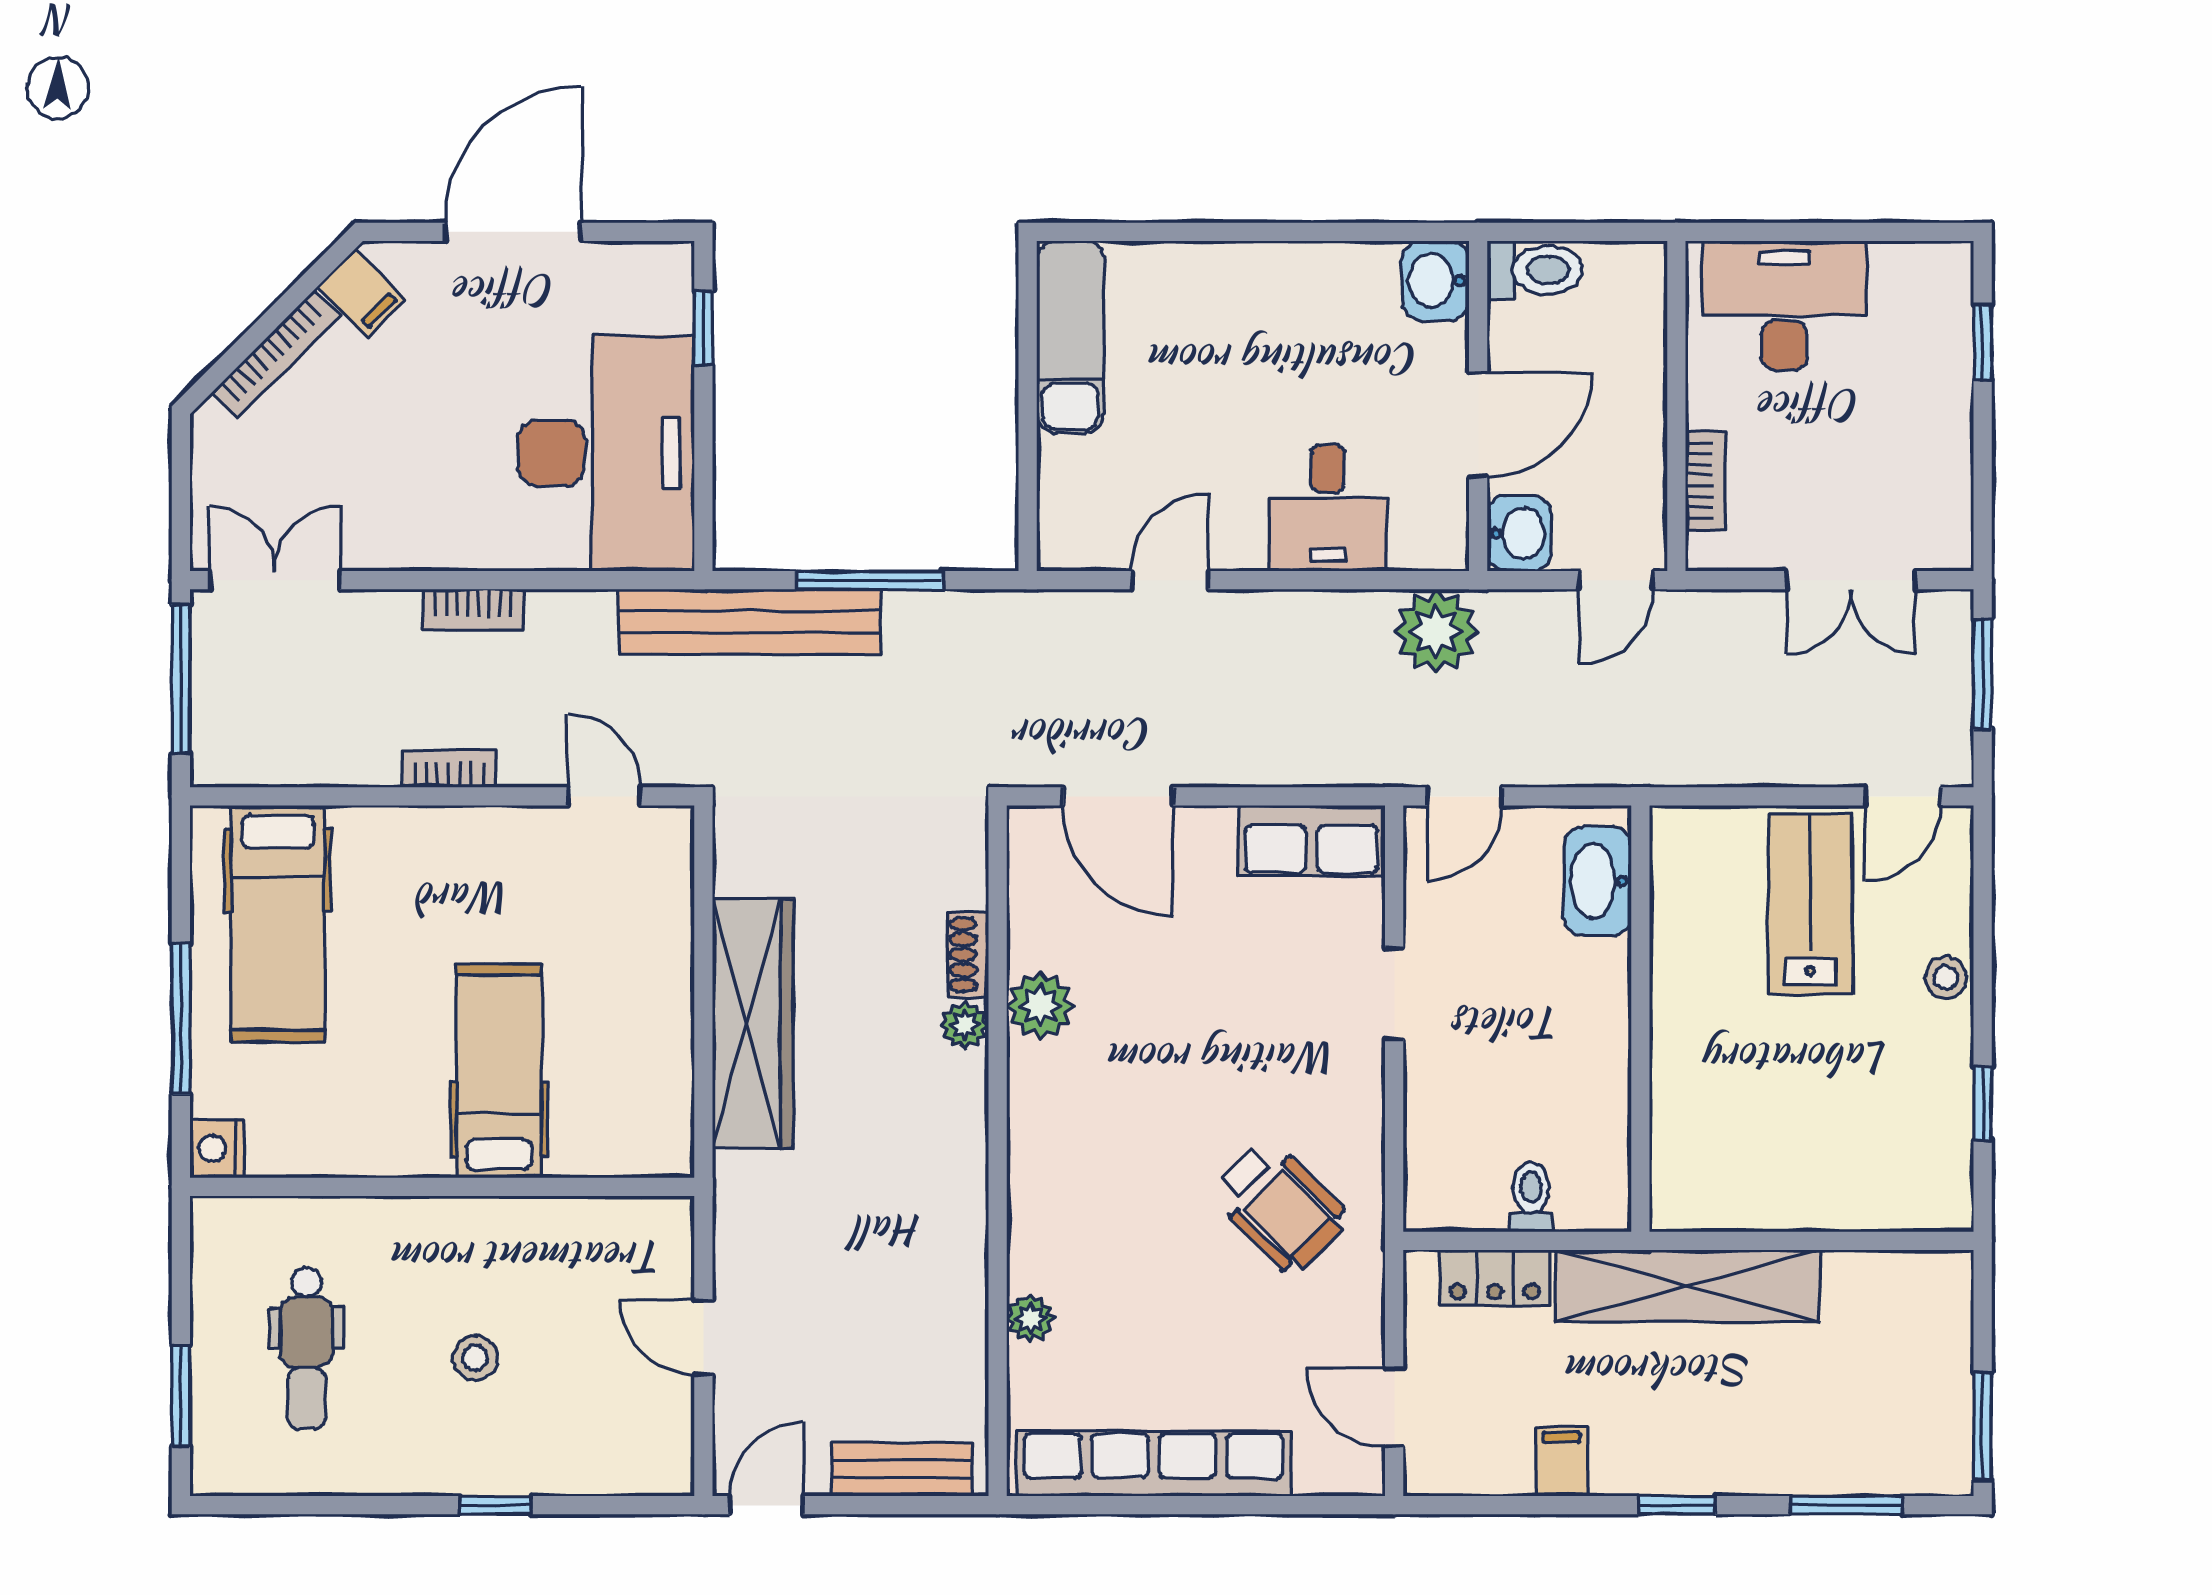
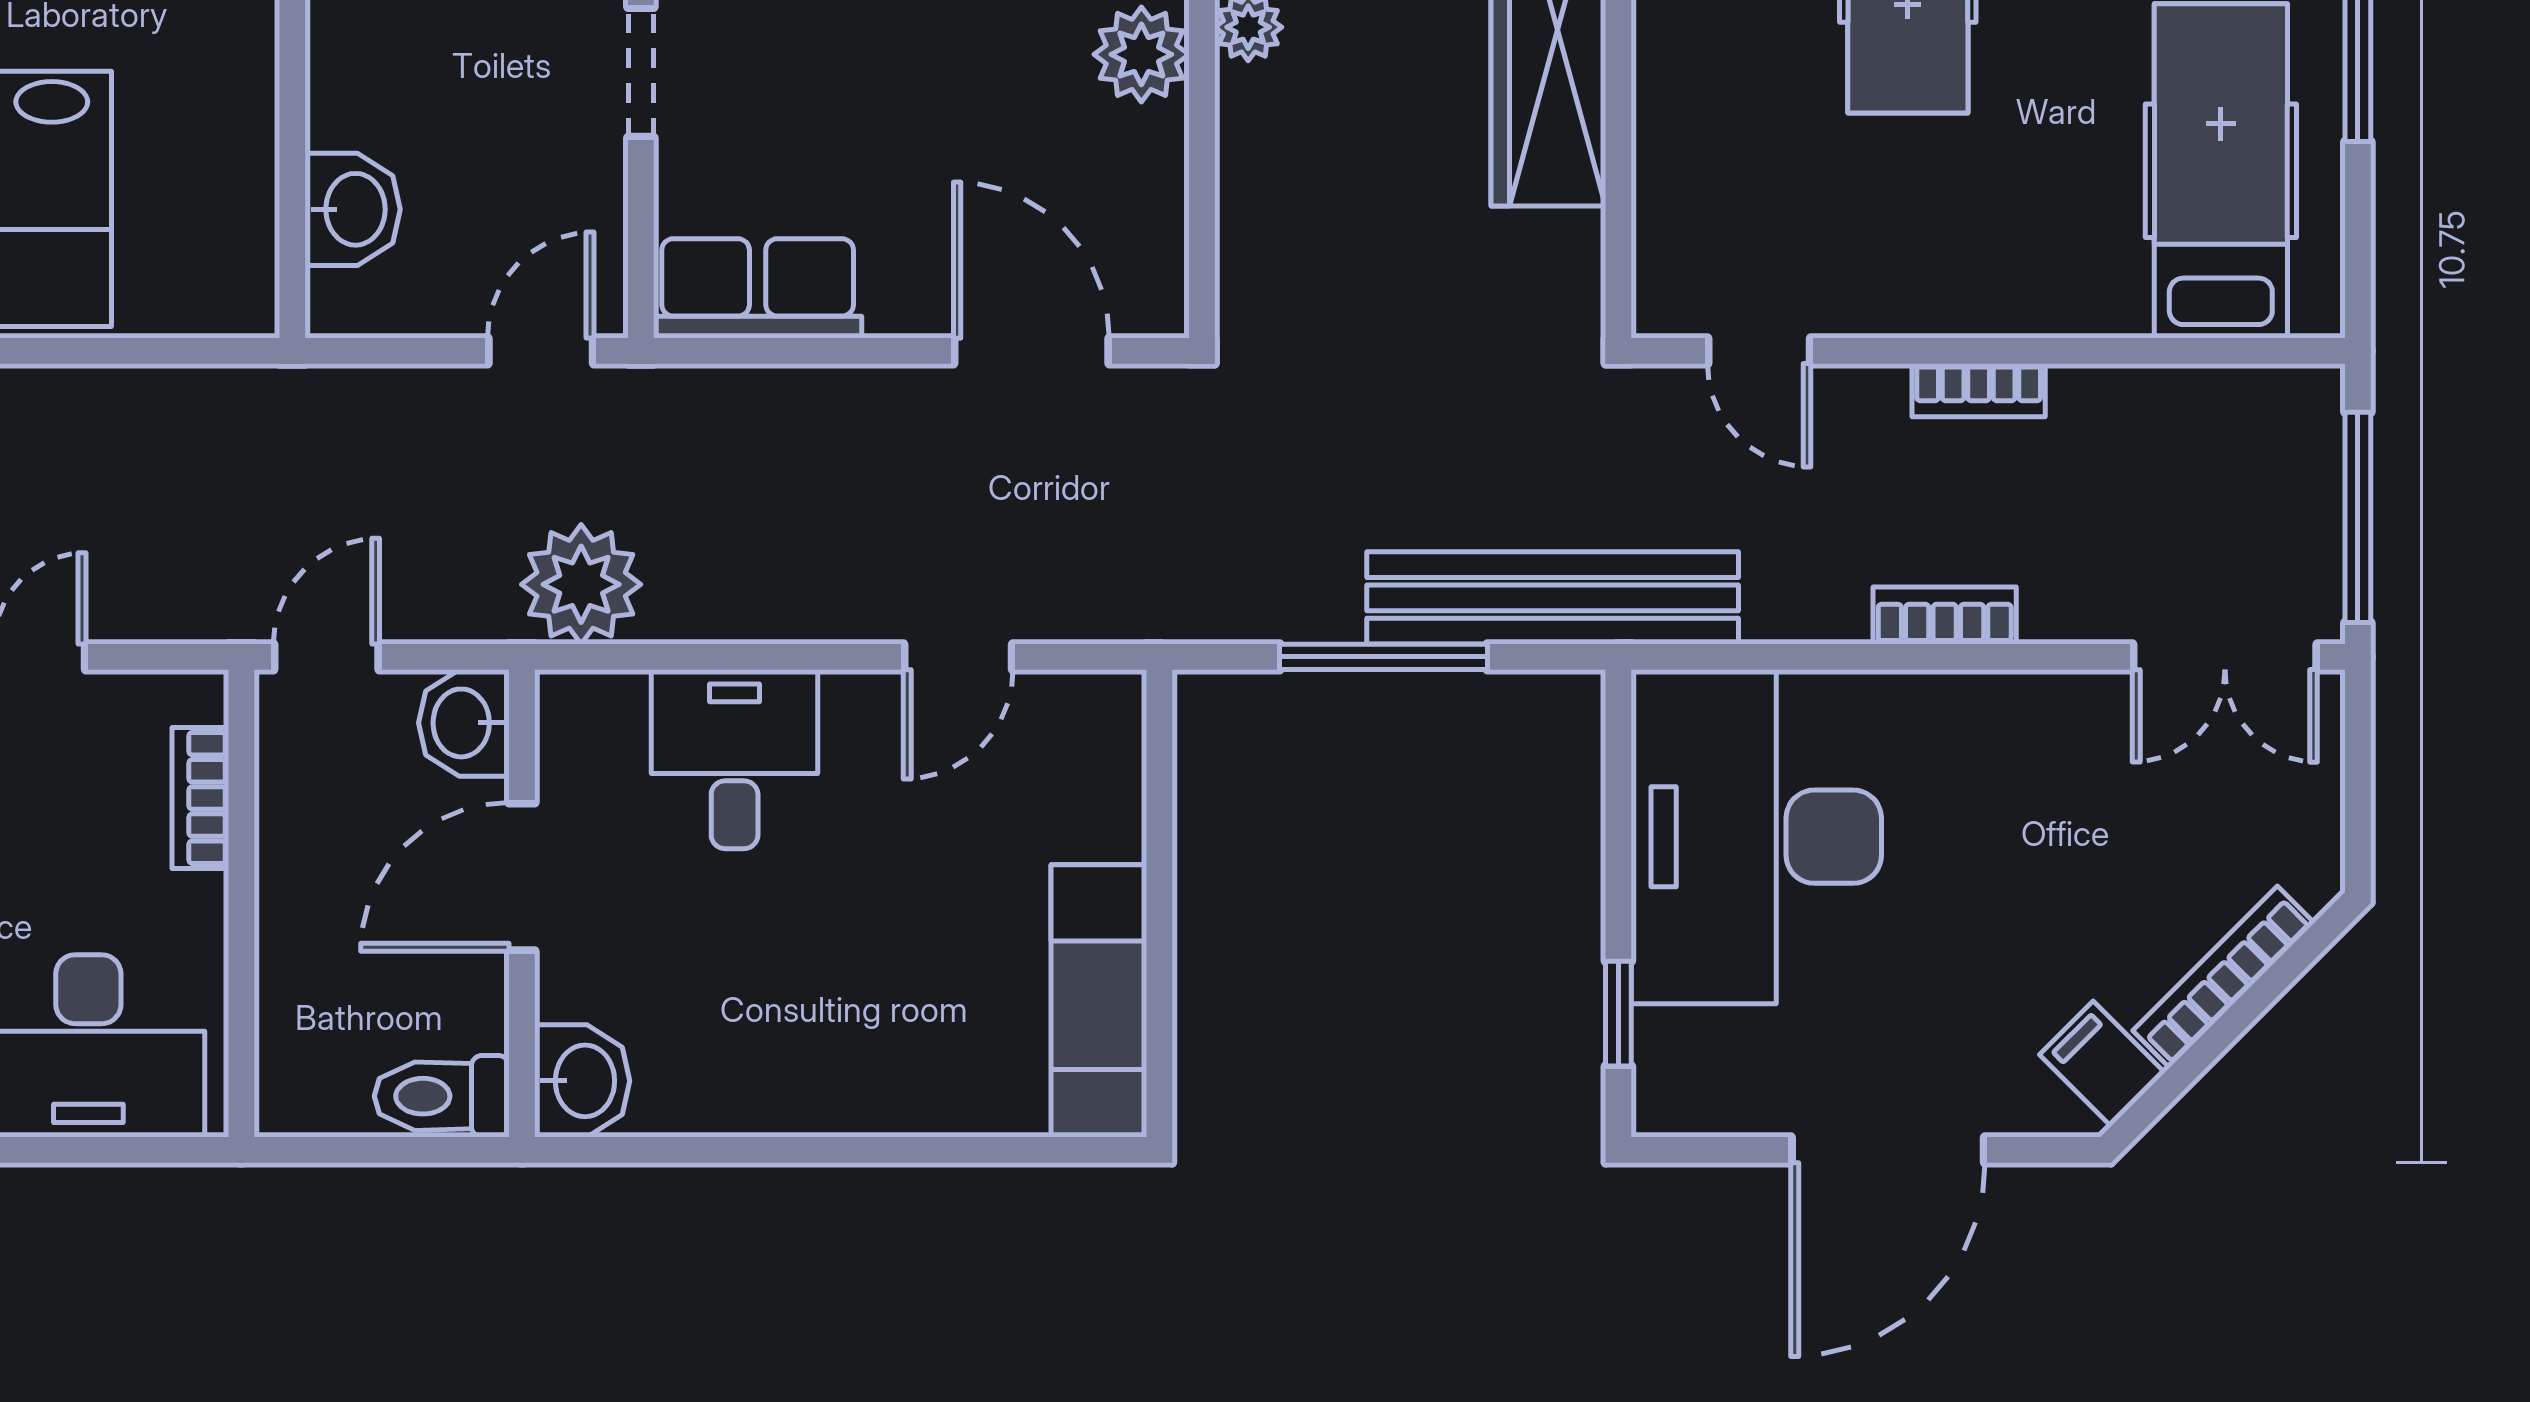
washbasin: (1598, 881) -> (353, 209), width x0.72
shoe rack: (968, 955) -> (1243, 127), removed

